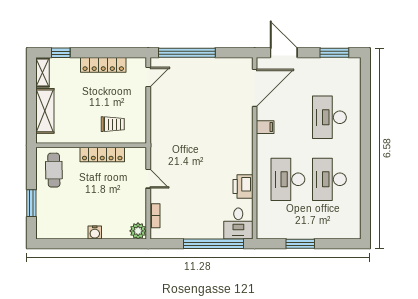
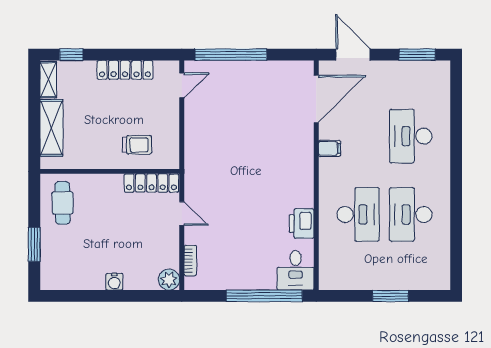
locker: (102, 154) -> (151, 183), moved
desk: (288, 179) -> (358, 214), turned 180
window: (300, 244) -> (390, 296), moved

